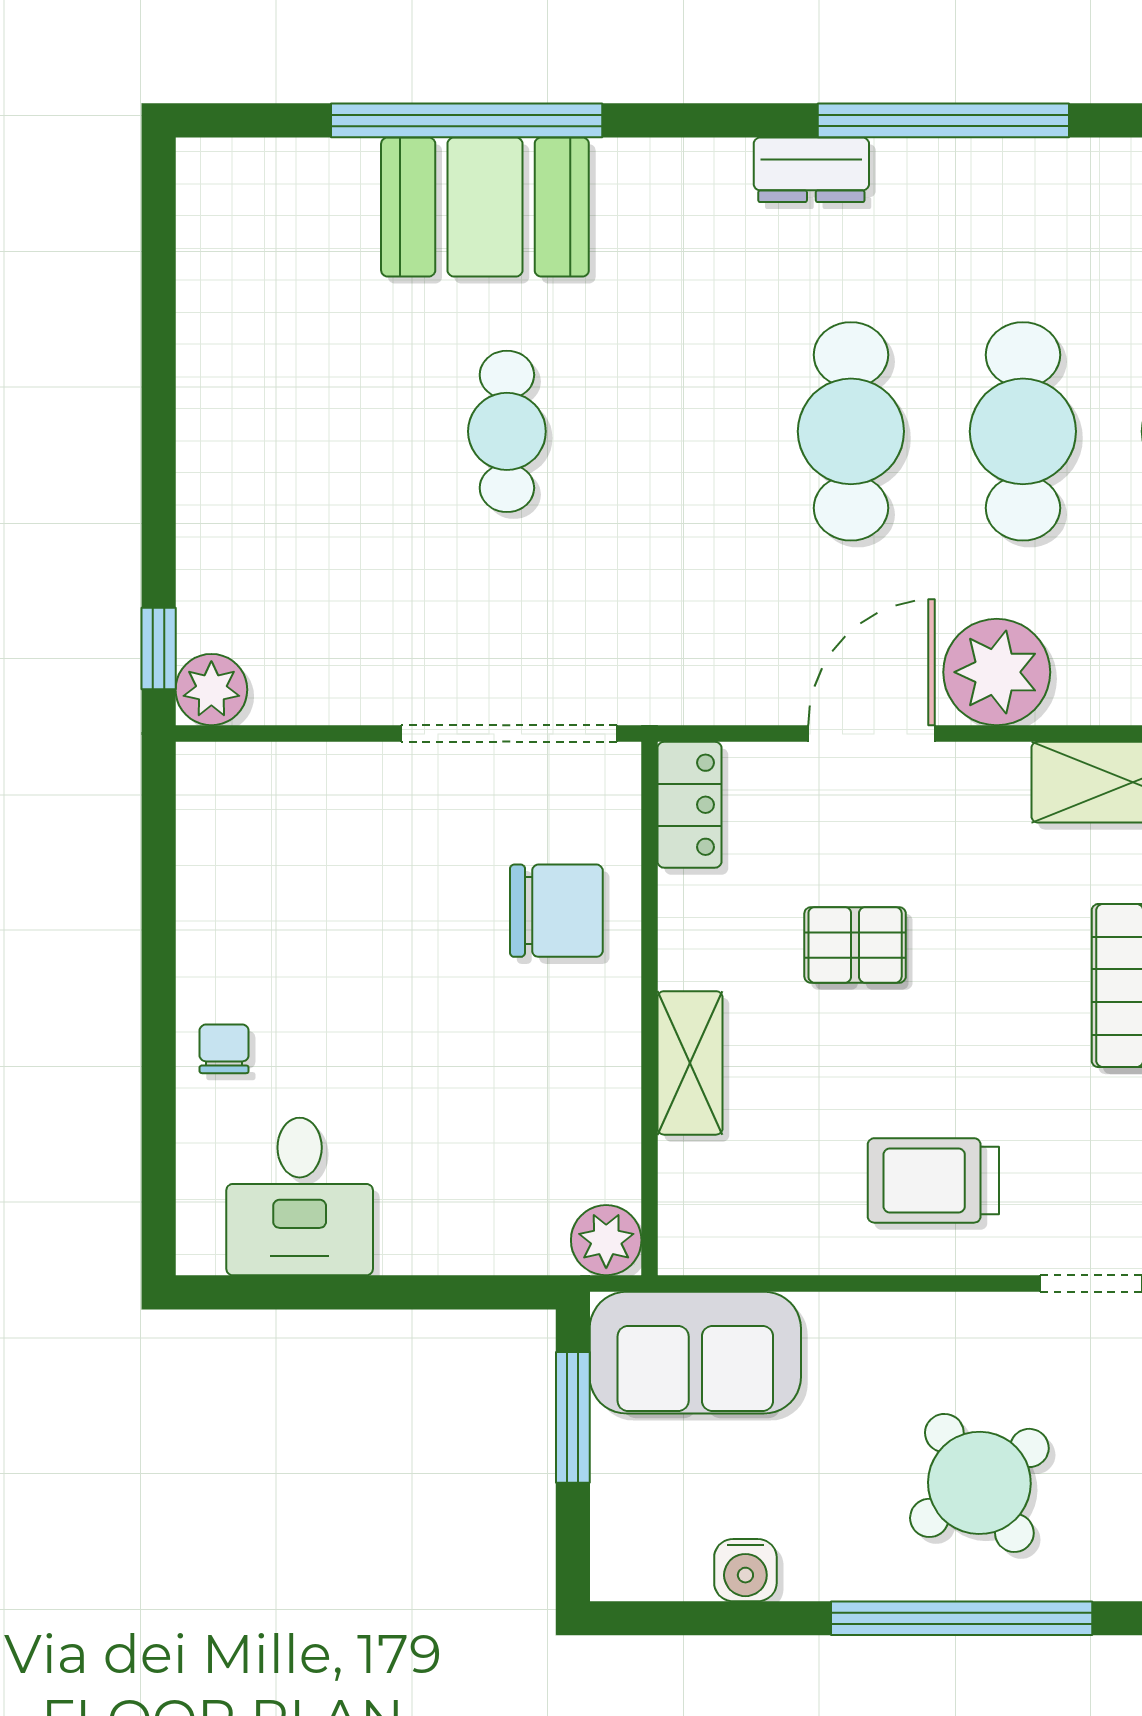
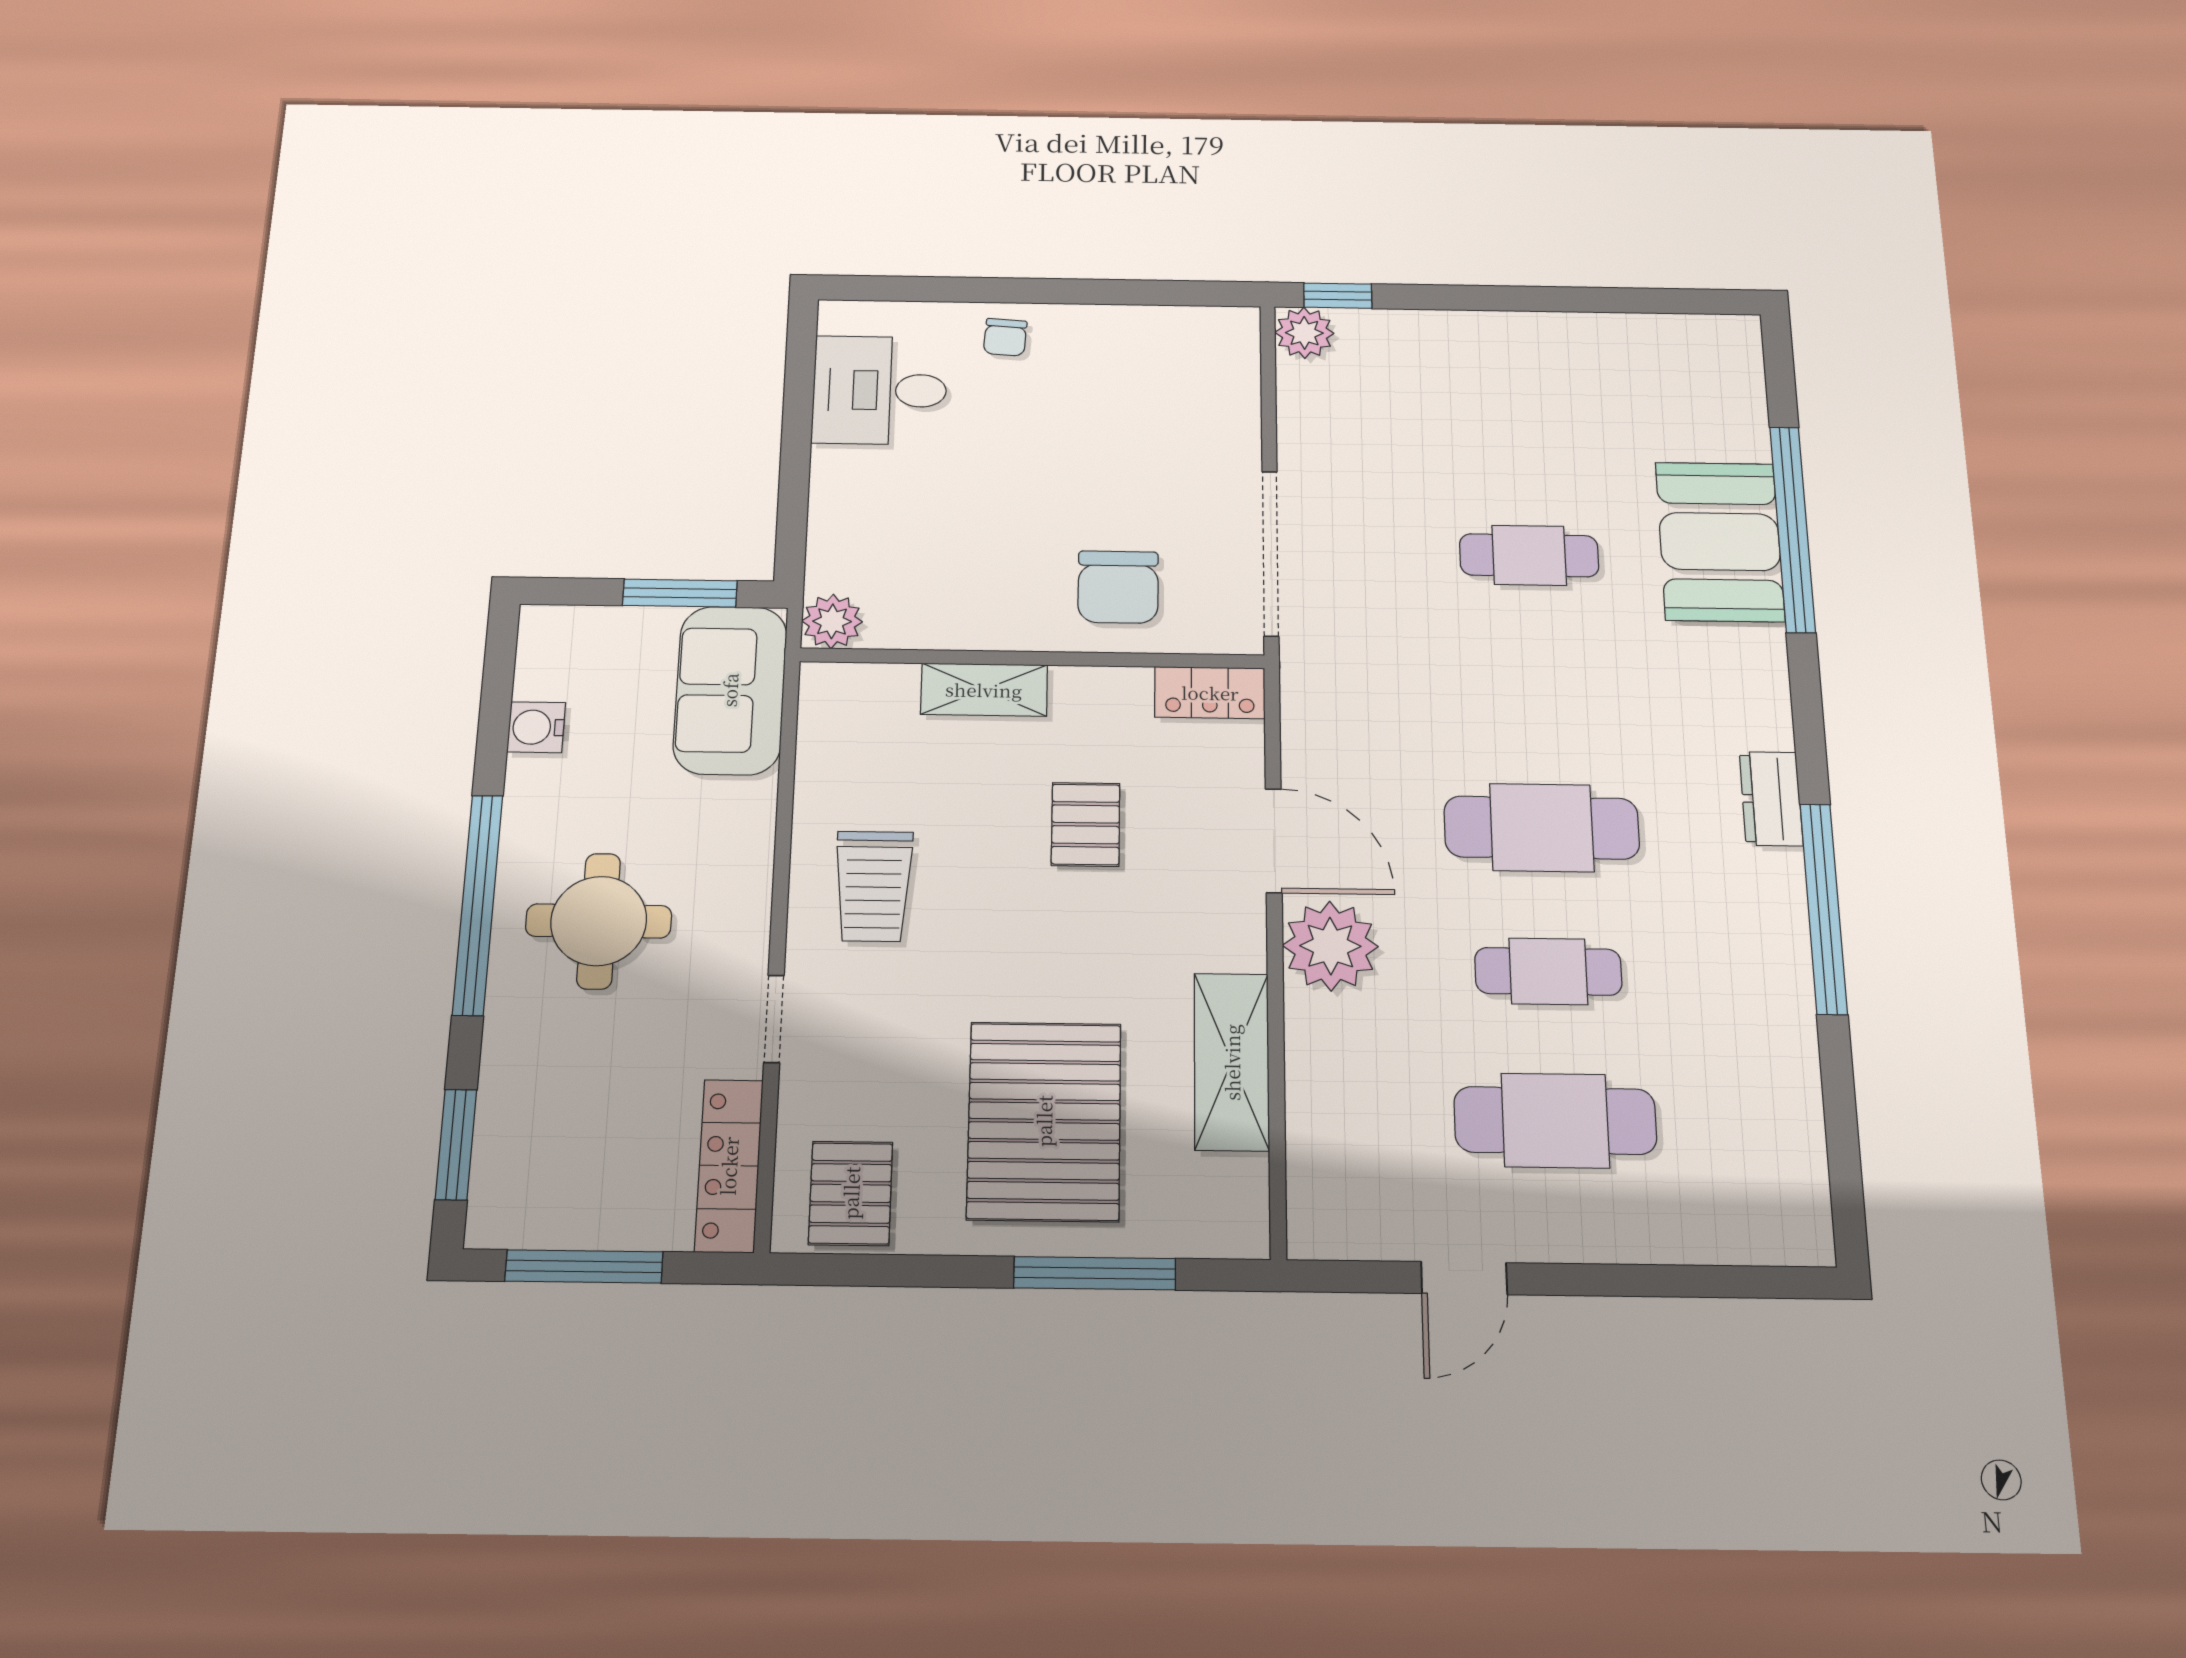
cafe table: (1023, 431) -> (1548, 971), width x0.73, depth x0.74
chair: (224, 1049) -> (1005, 337), turned 94
trolley: (933, 1180) -> (873, 886), turned 180
round table: (979, 1483) -> (599, 921), turned 35

